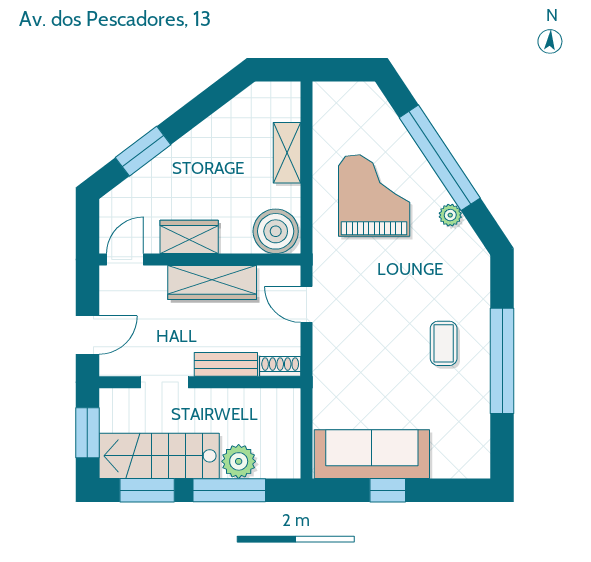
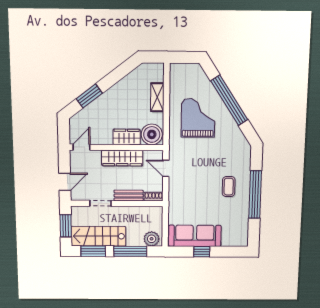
plant: (450, 215) -> (233, 127), removed
wardrobe: (189, 237) -> (127, 137), moved
plant: (239, 461) -> (152, 239), moved

